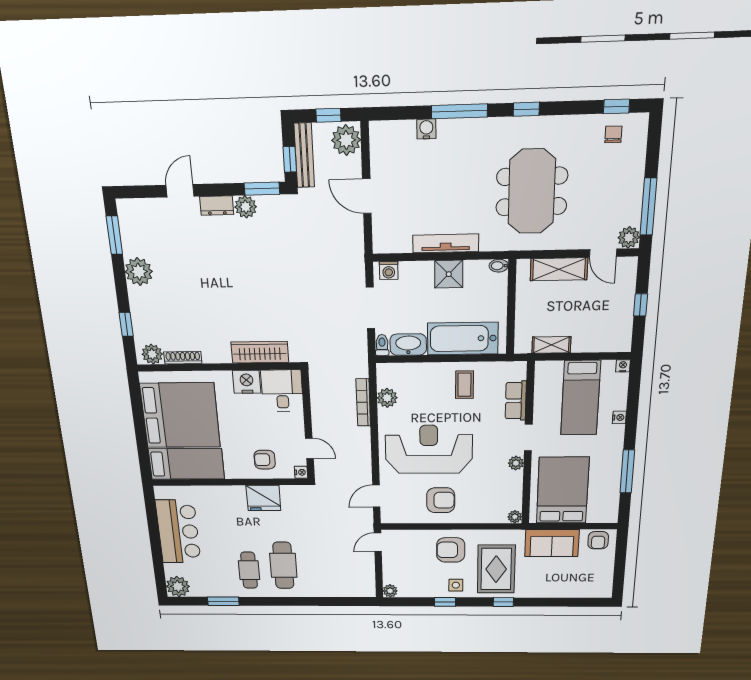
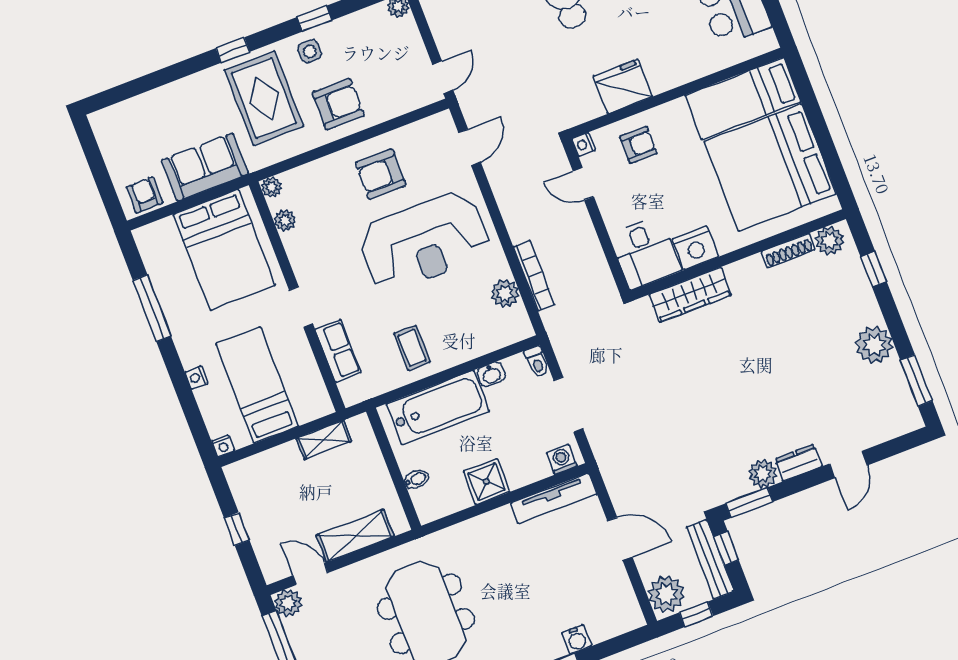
tv unit: (446, 243) -> (554, 498), moved
bidet: (499, 266) -> (416, 479), moved
washbasin: (408, 345) -> (491, 374), width x0.52, depth x0.69
plant: (516, 463) -> (285, 220), moved

